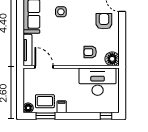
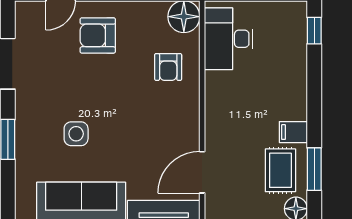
desk: (98, 82) -> (229, 39), width x0.73, depth x0.77

